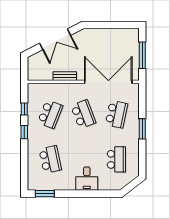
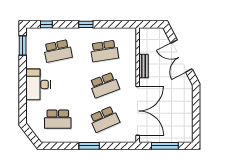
window: (24, 109) -> (46, 24), moved
school desk: (50, 114) -> (104, 51), turned -30
school desk: (116, 114) -> (104, 119), turned -36
desk: (87, 179) -> (38, 84), width x1.37

